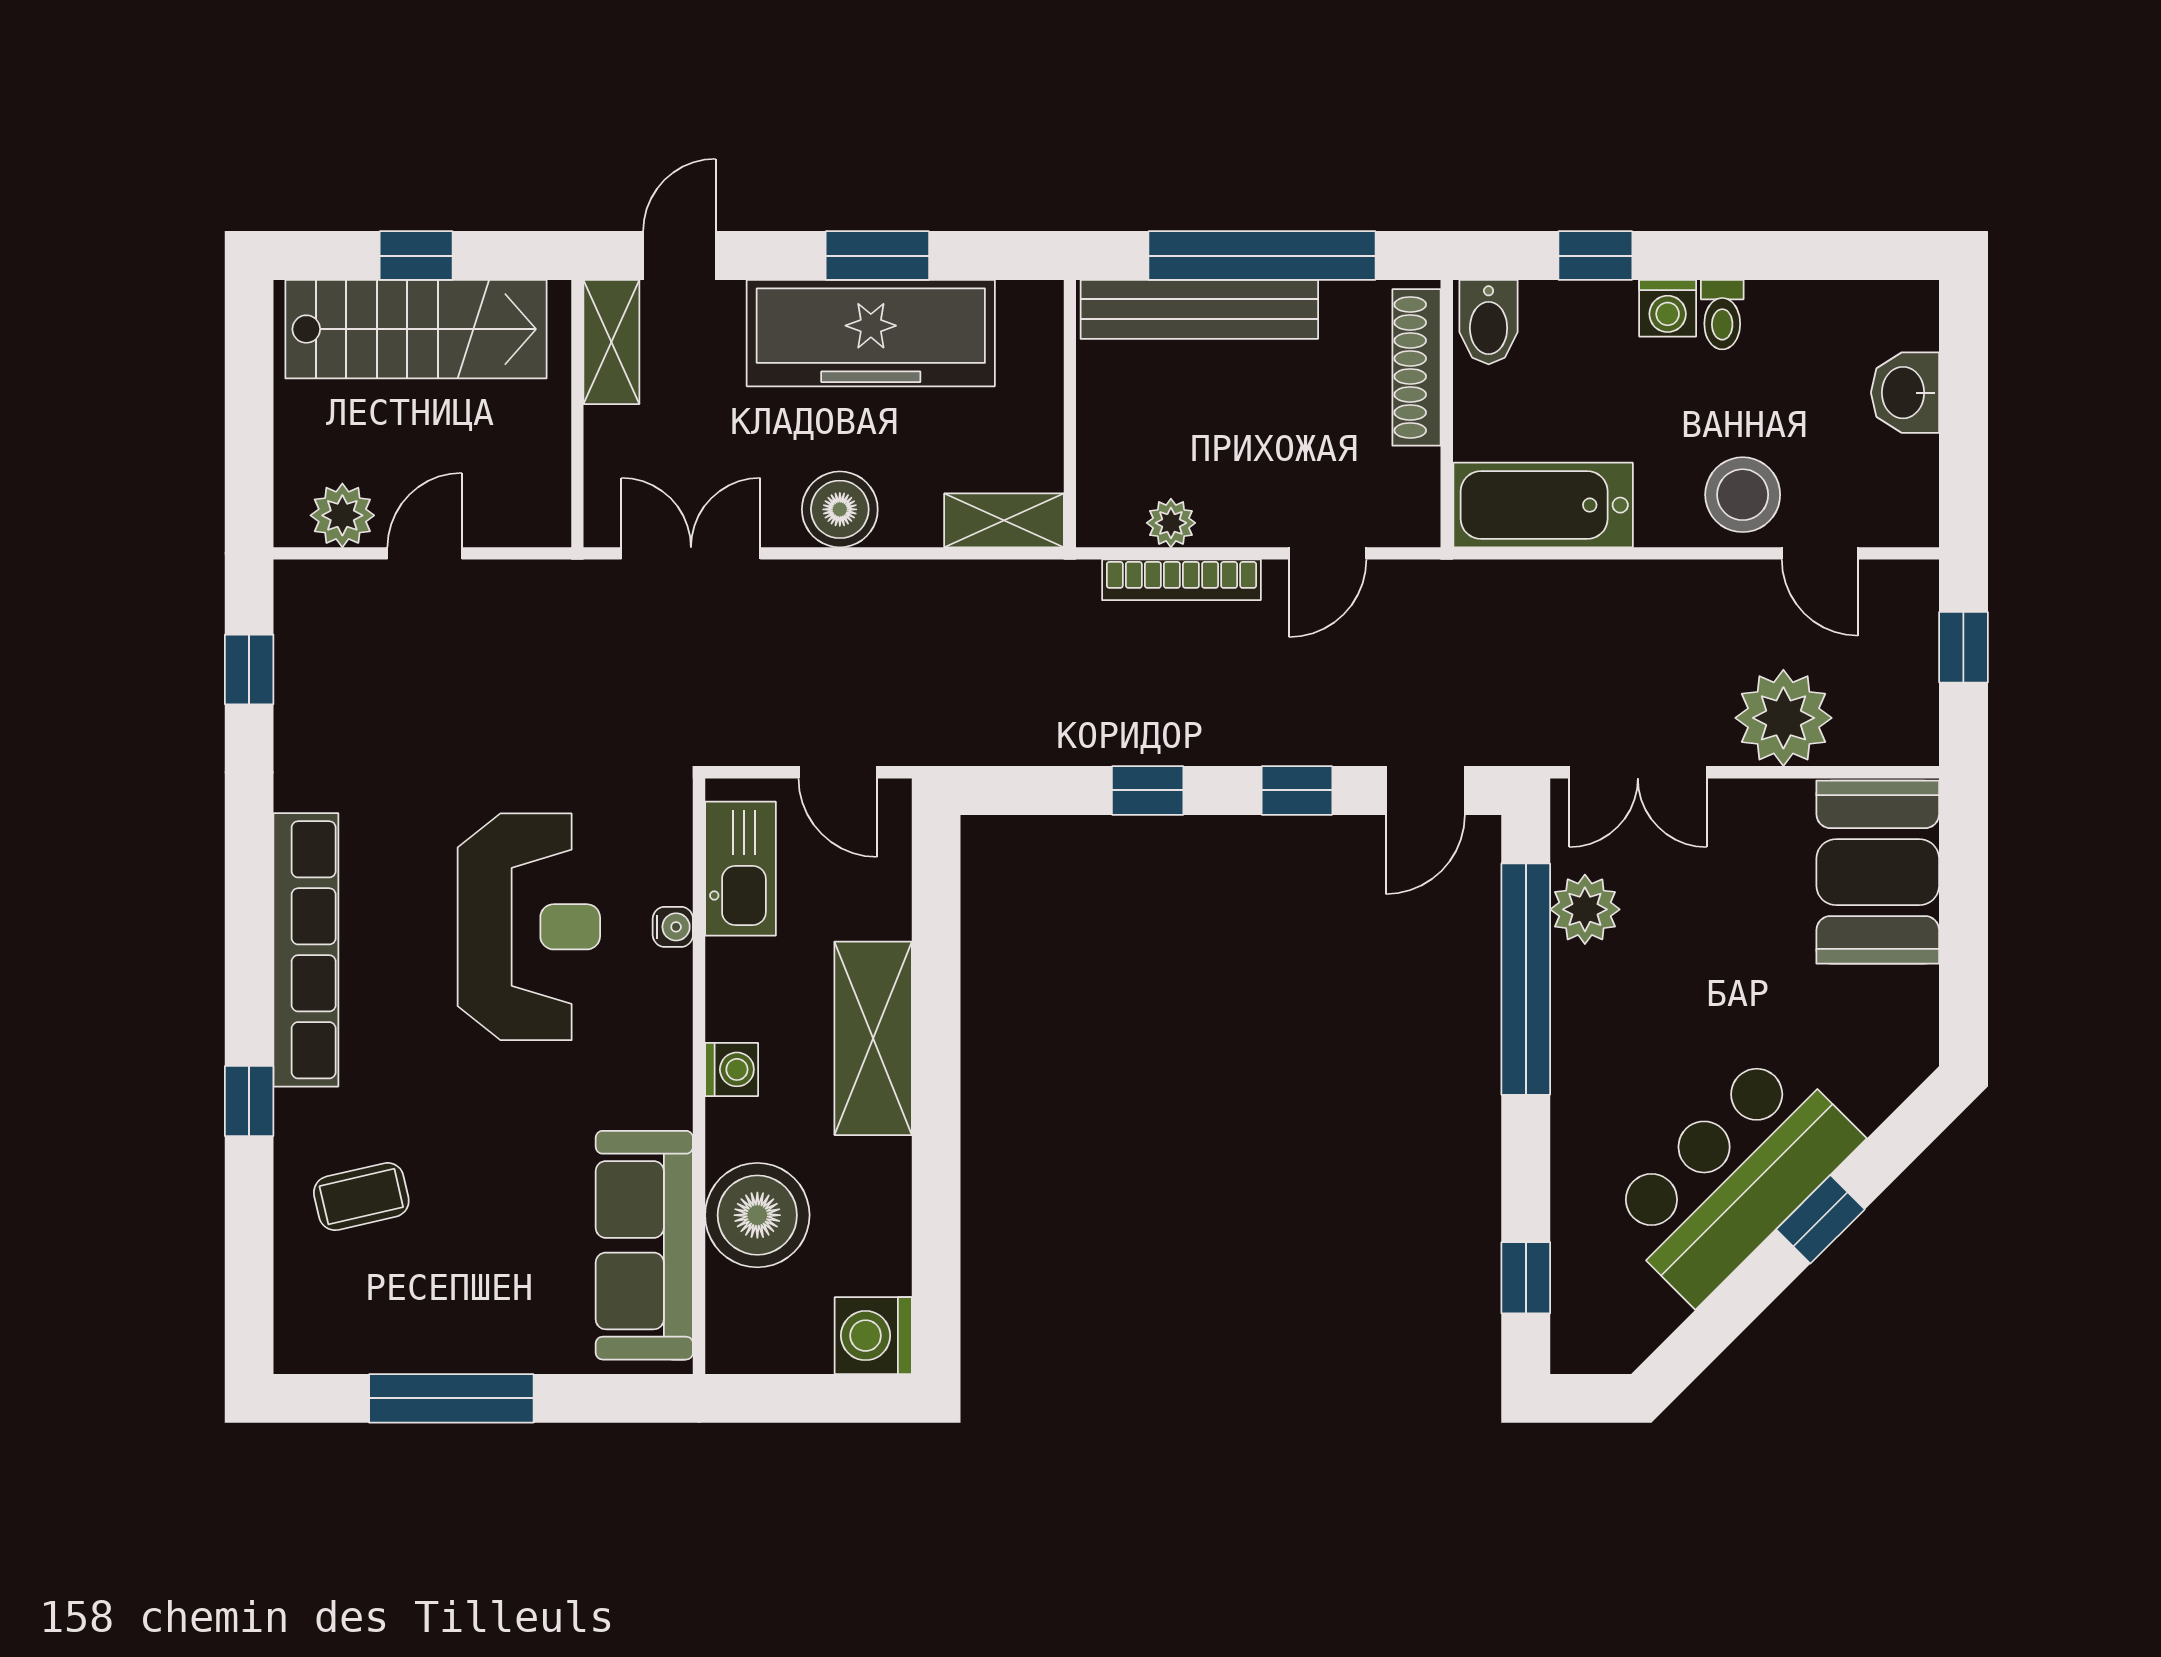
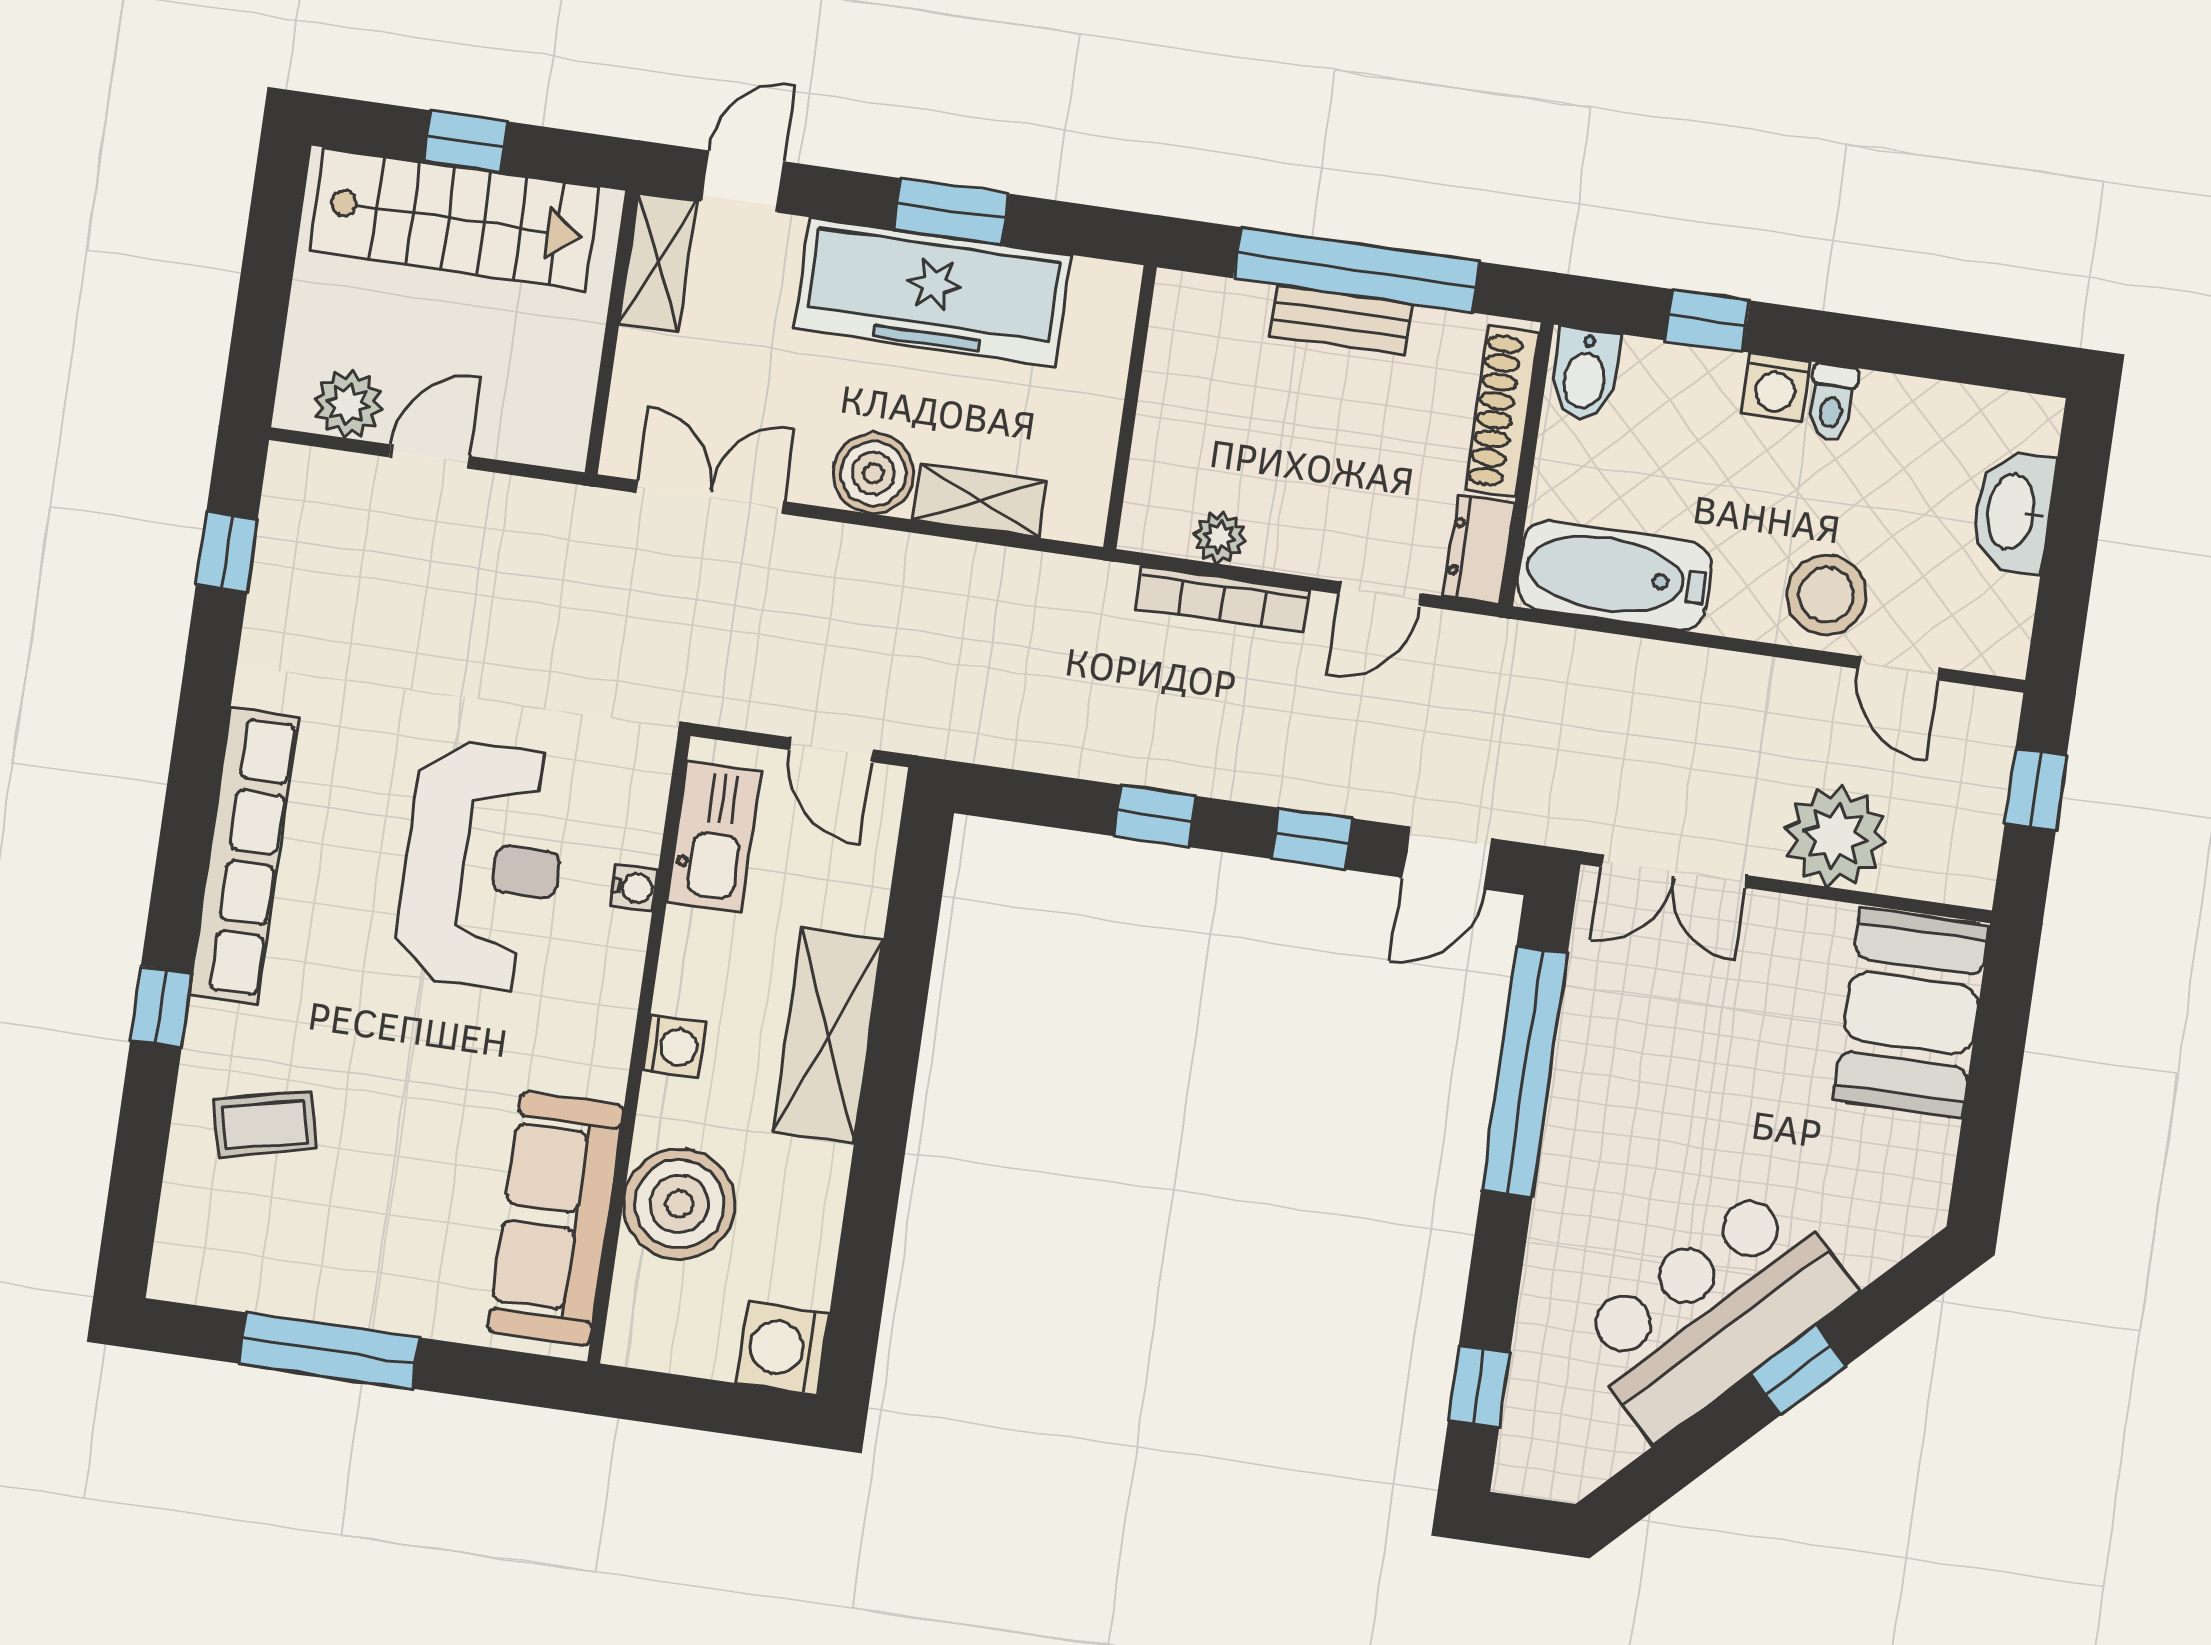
bench: (1199, 309) -> (1341, 320), width x0.54, depth x0.82
washbasin: (1905, 393) -> (2013, 512), width x1.38
dresser: (1413, 499) -> (1479, 549), added
shelving: (1004, 520) -> (980, 500), moved
plant: (1585, 909) -> (1597, 1007), removed

